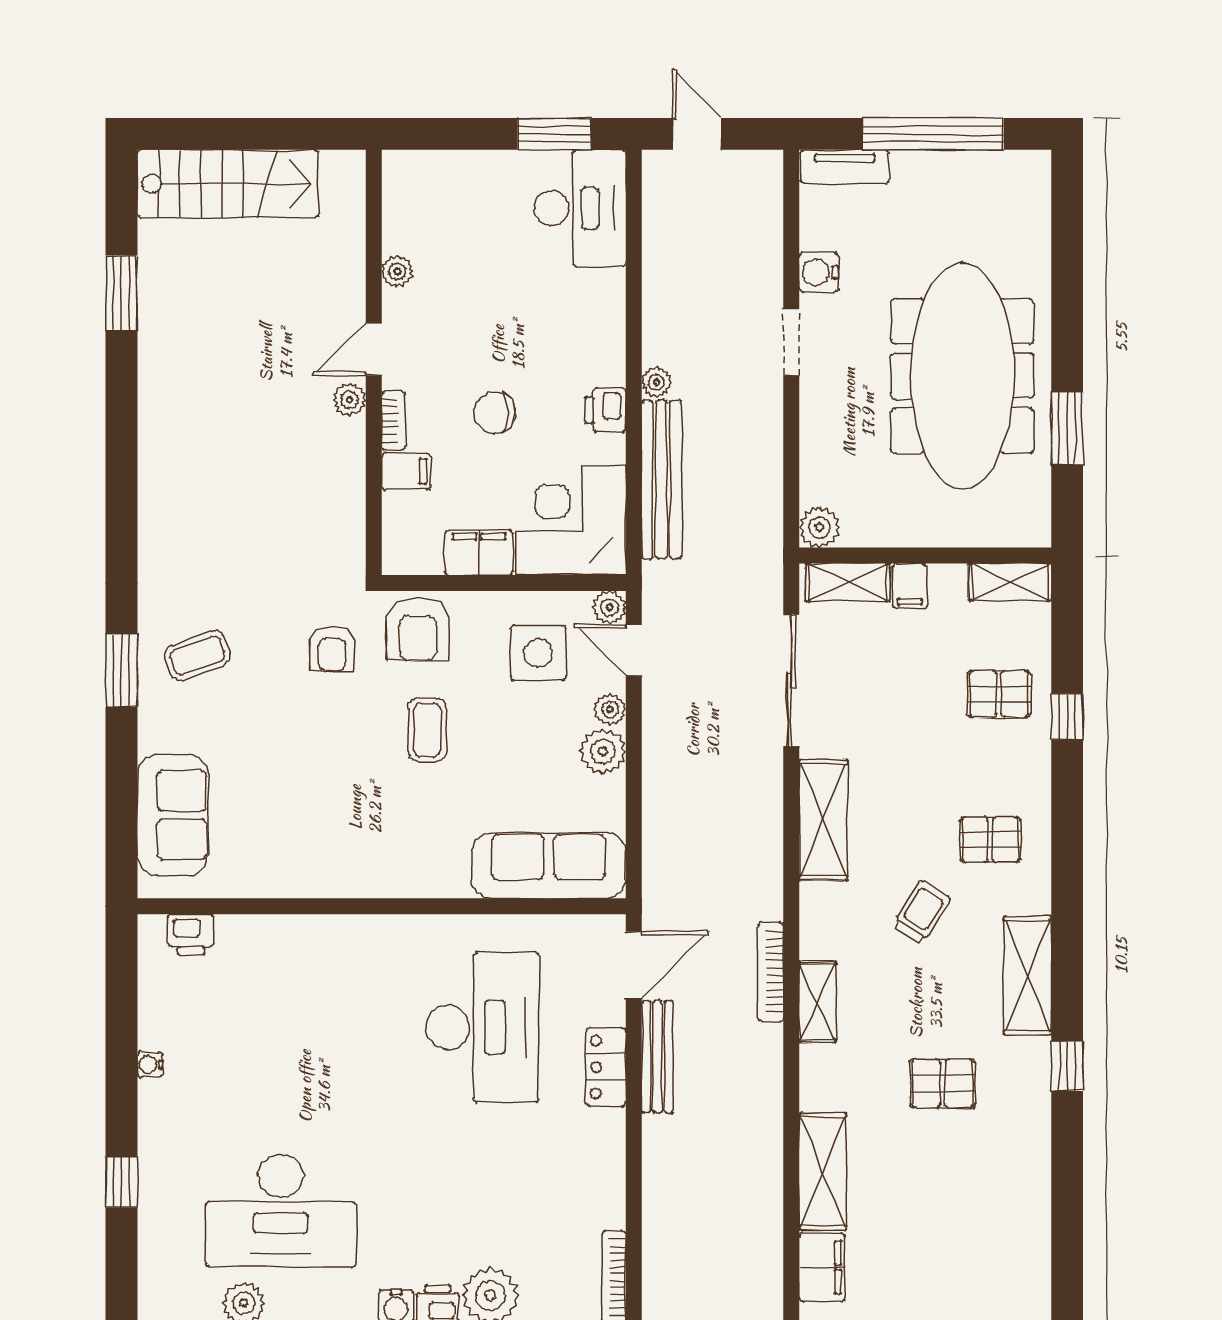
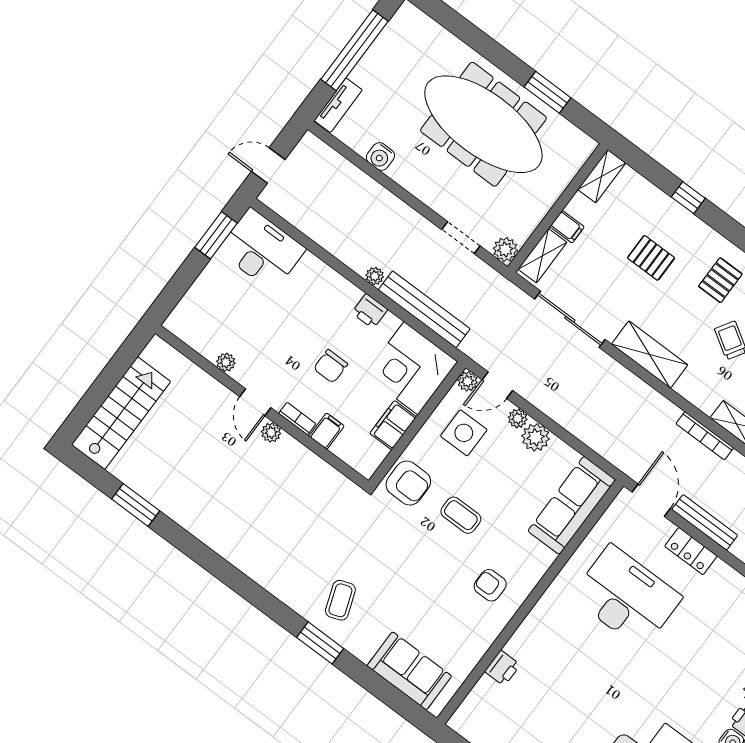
doorway: (791, 342) -> (461, 238), moved
armchair: (332, 648) -> (490, 585), moved, turned 180
pallet: (999, 694) -> (651, 258), moved, turned 90
printer: (191, 935) -> (503, 668), moved

